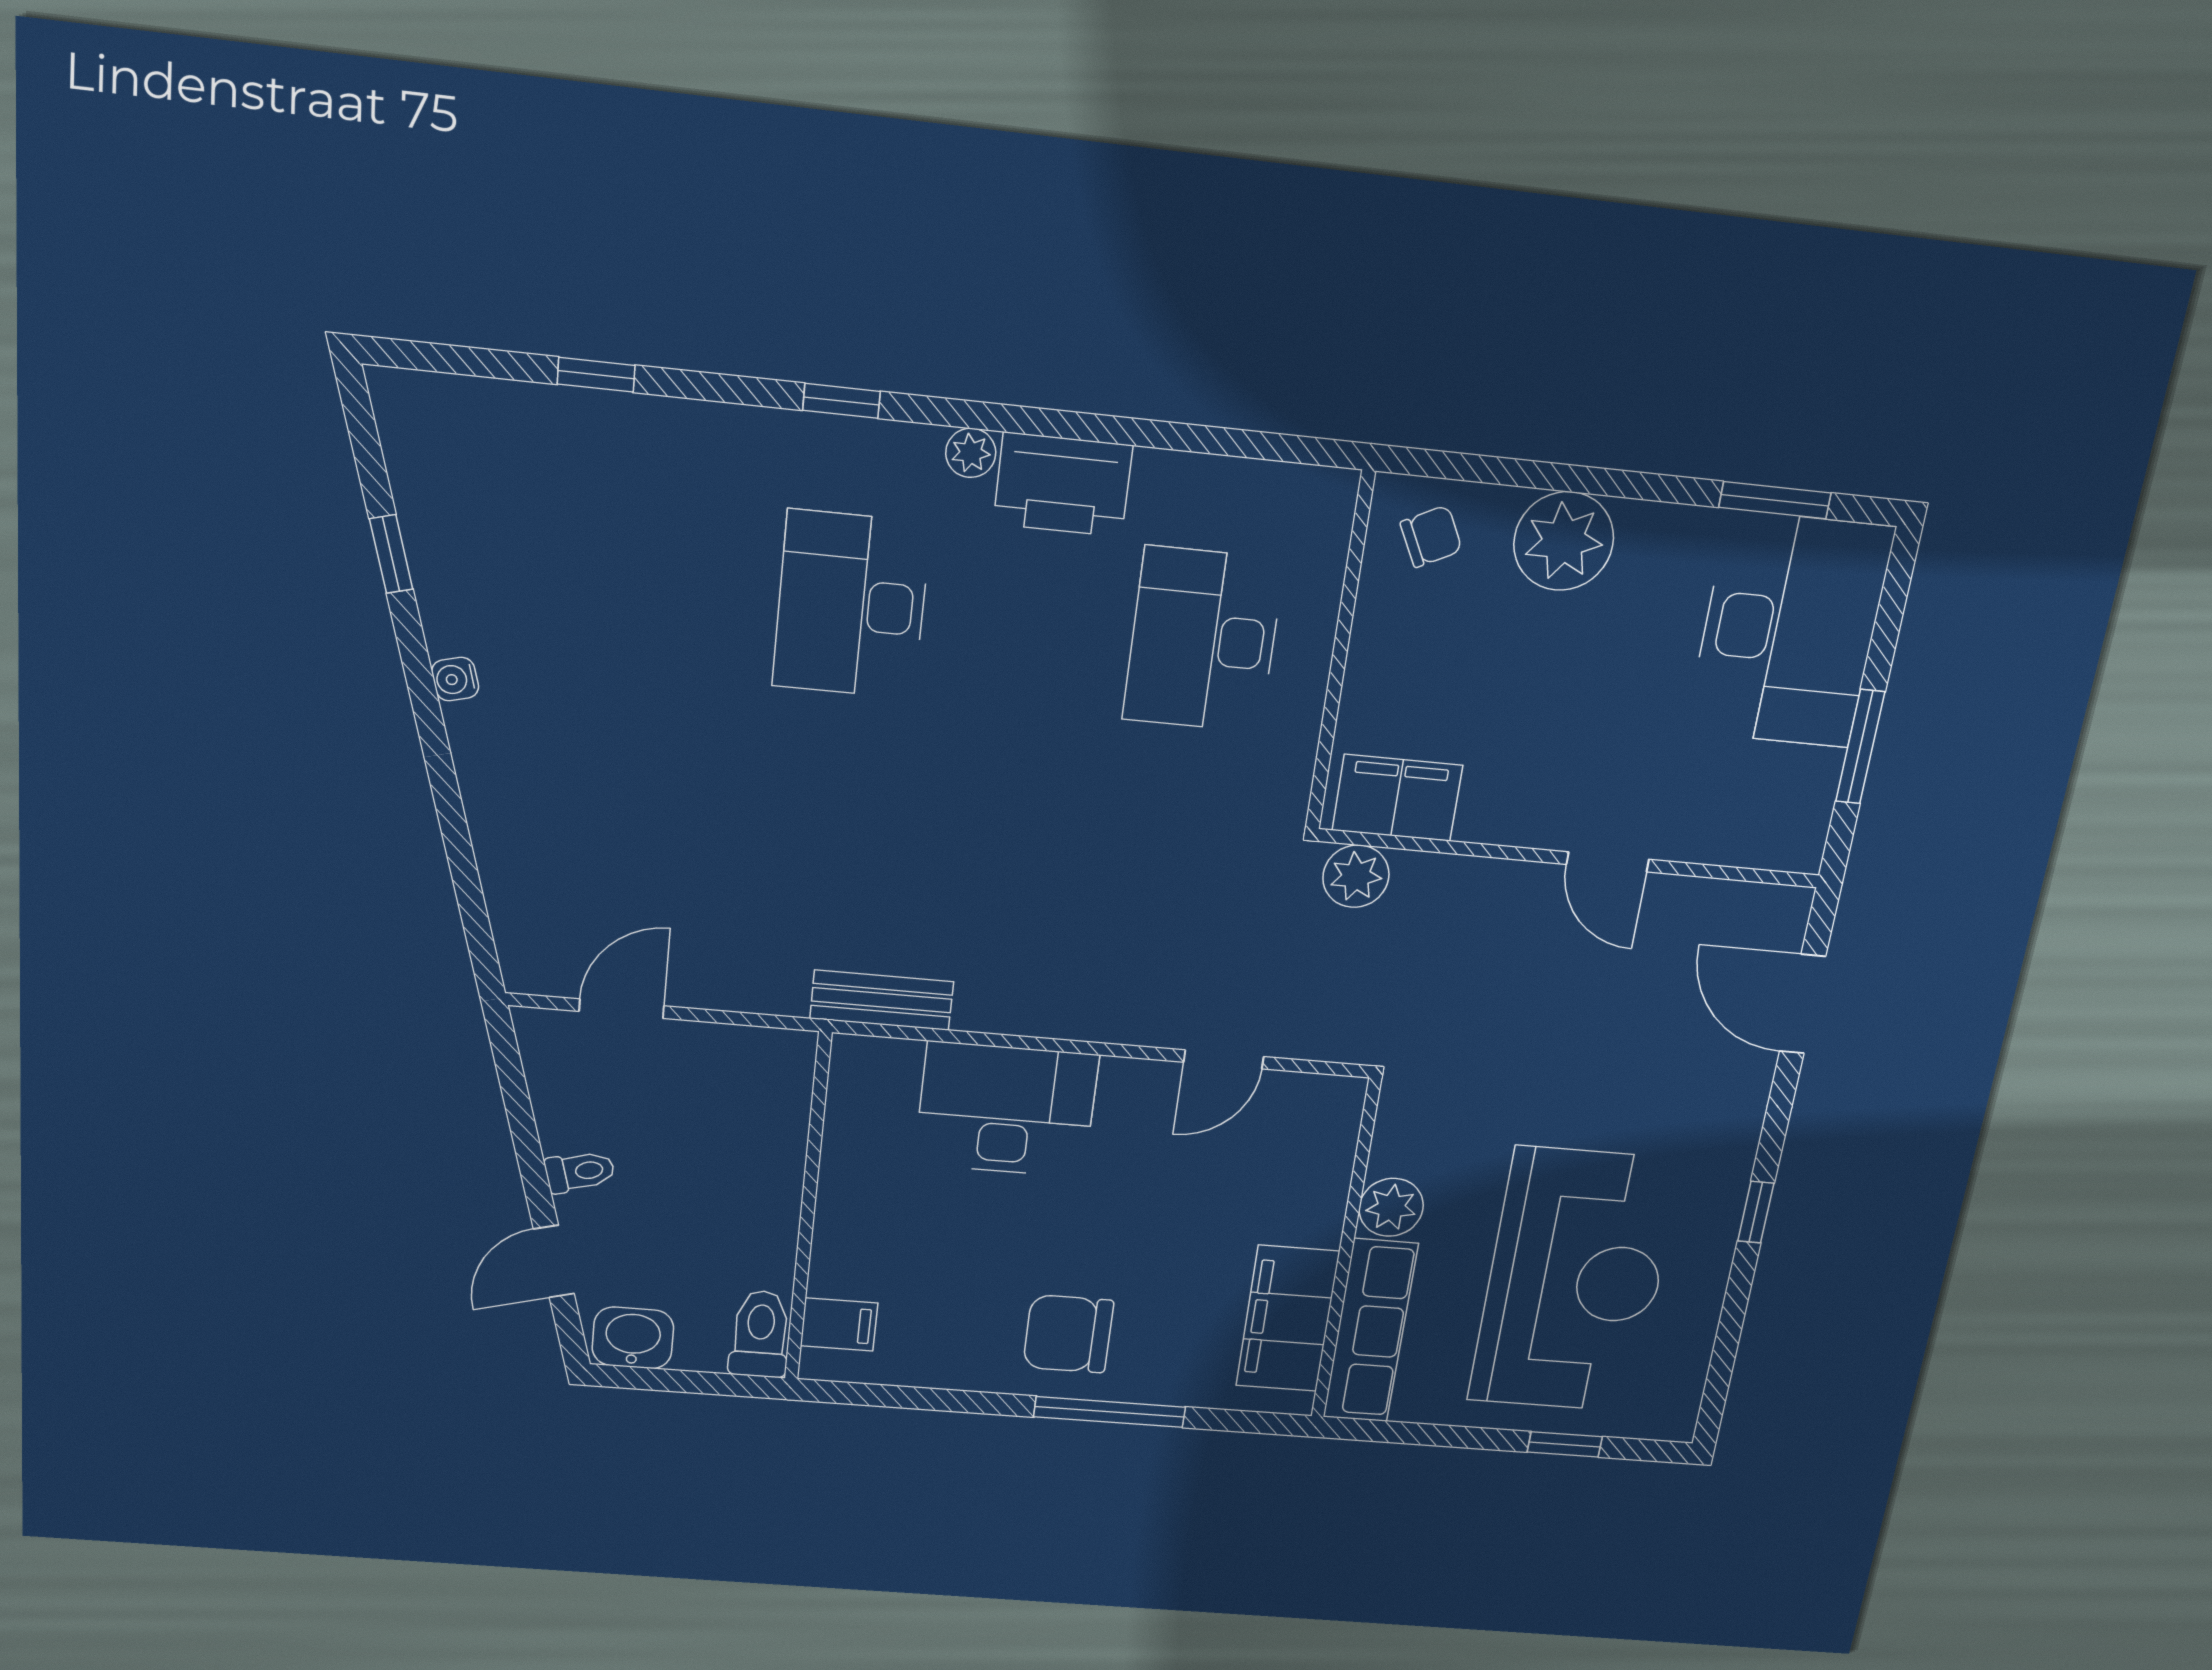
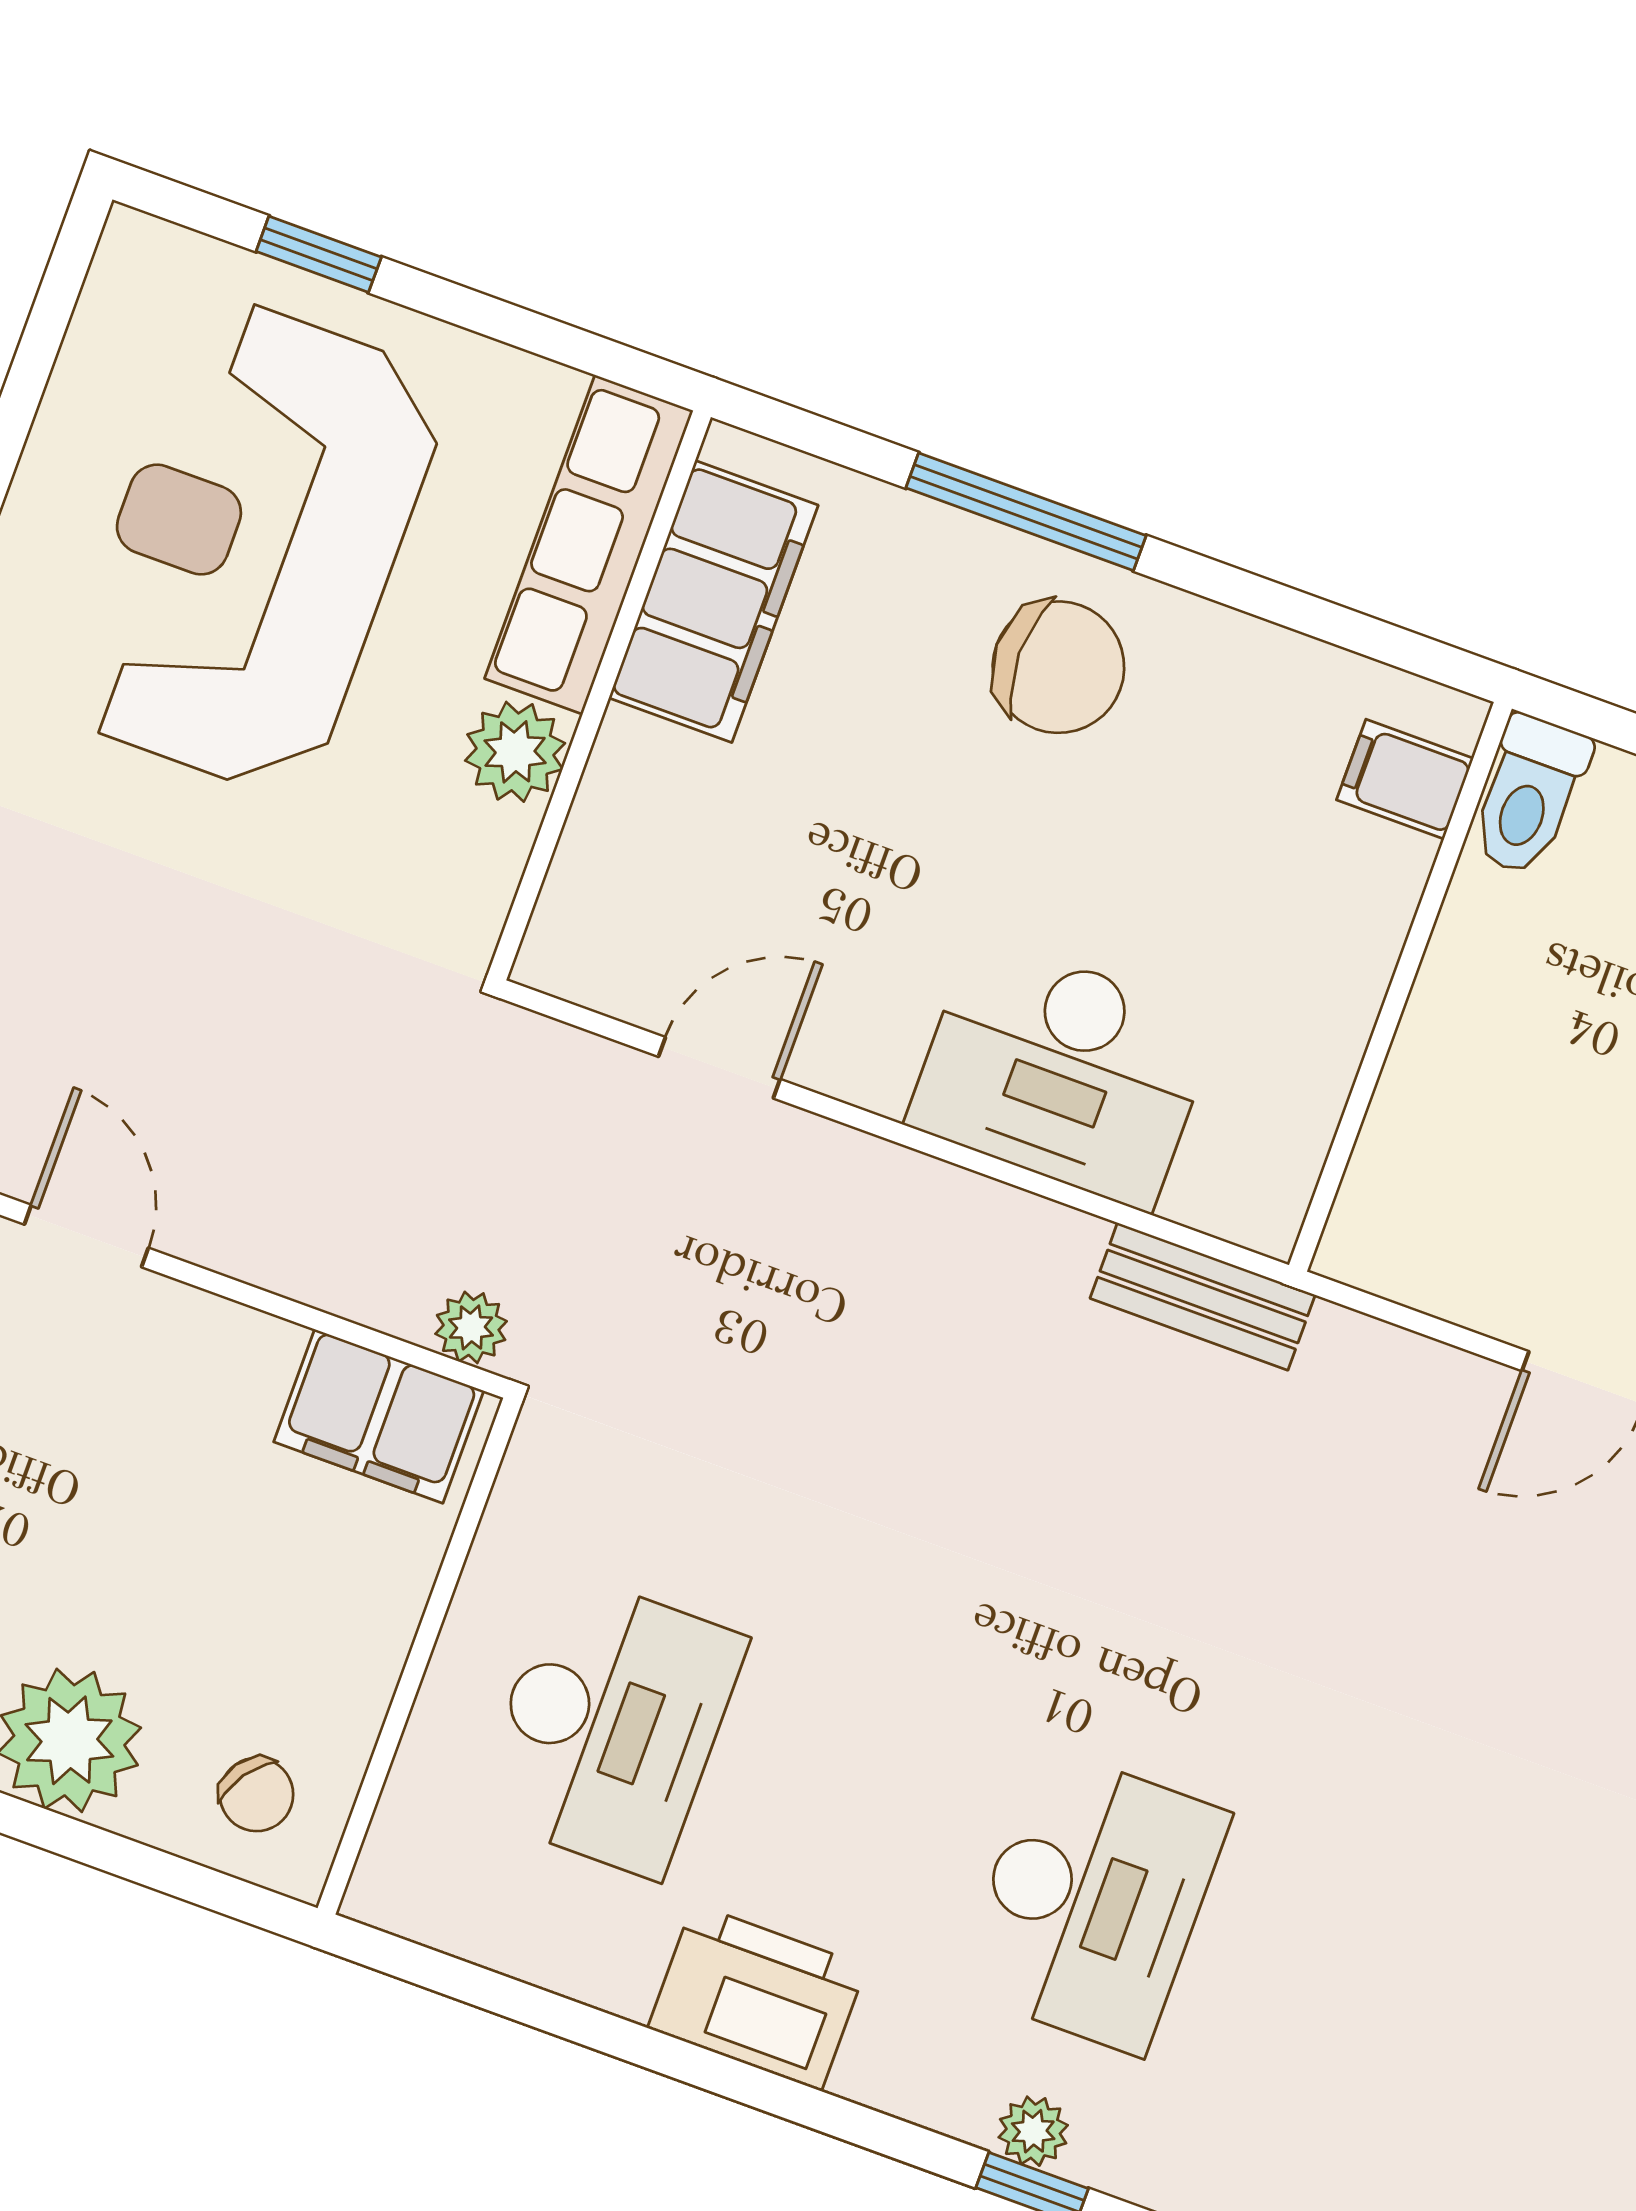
plant: (971, 453) -> (1033, 2131), moved
chair: (1431, 536) -> (257, 1795), turned -118
plant: (1356, 876) -> (471, 1327), width x0.73, depth x0.73

